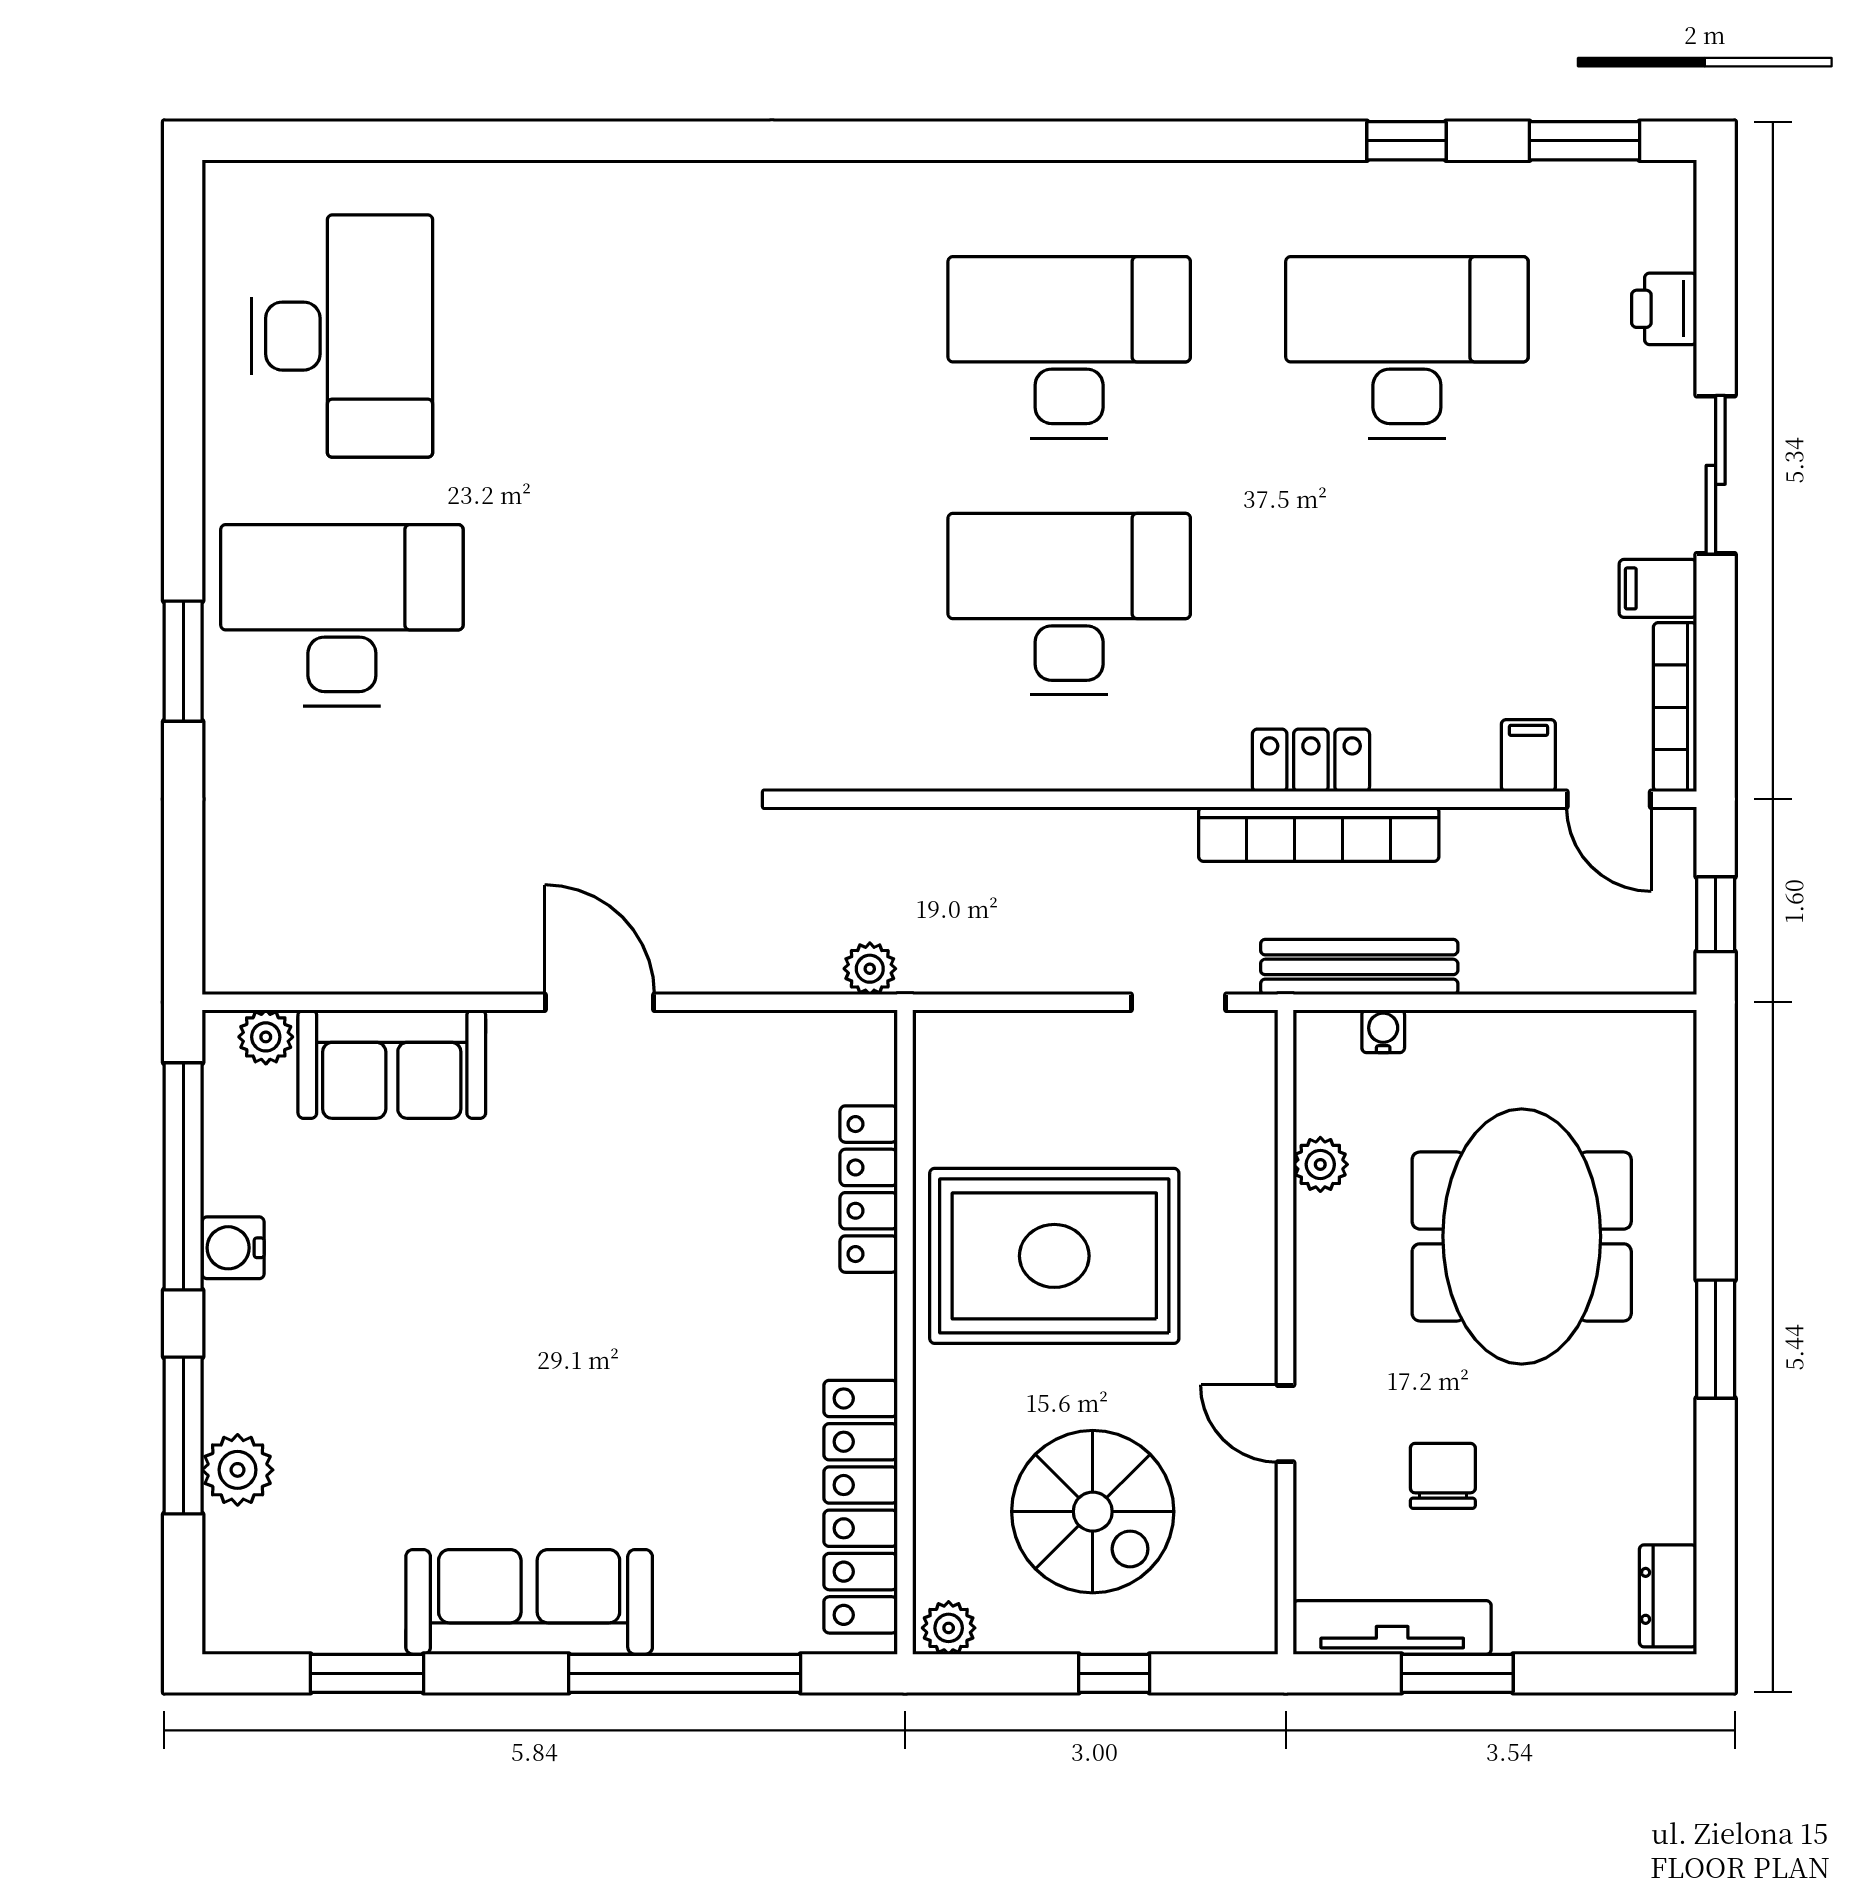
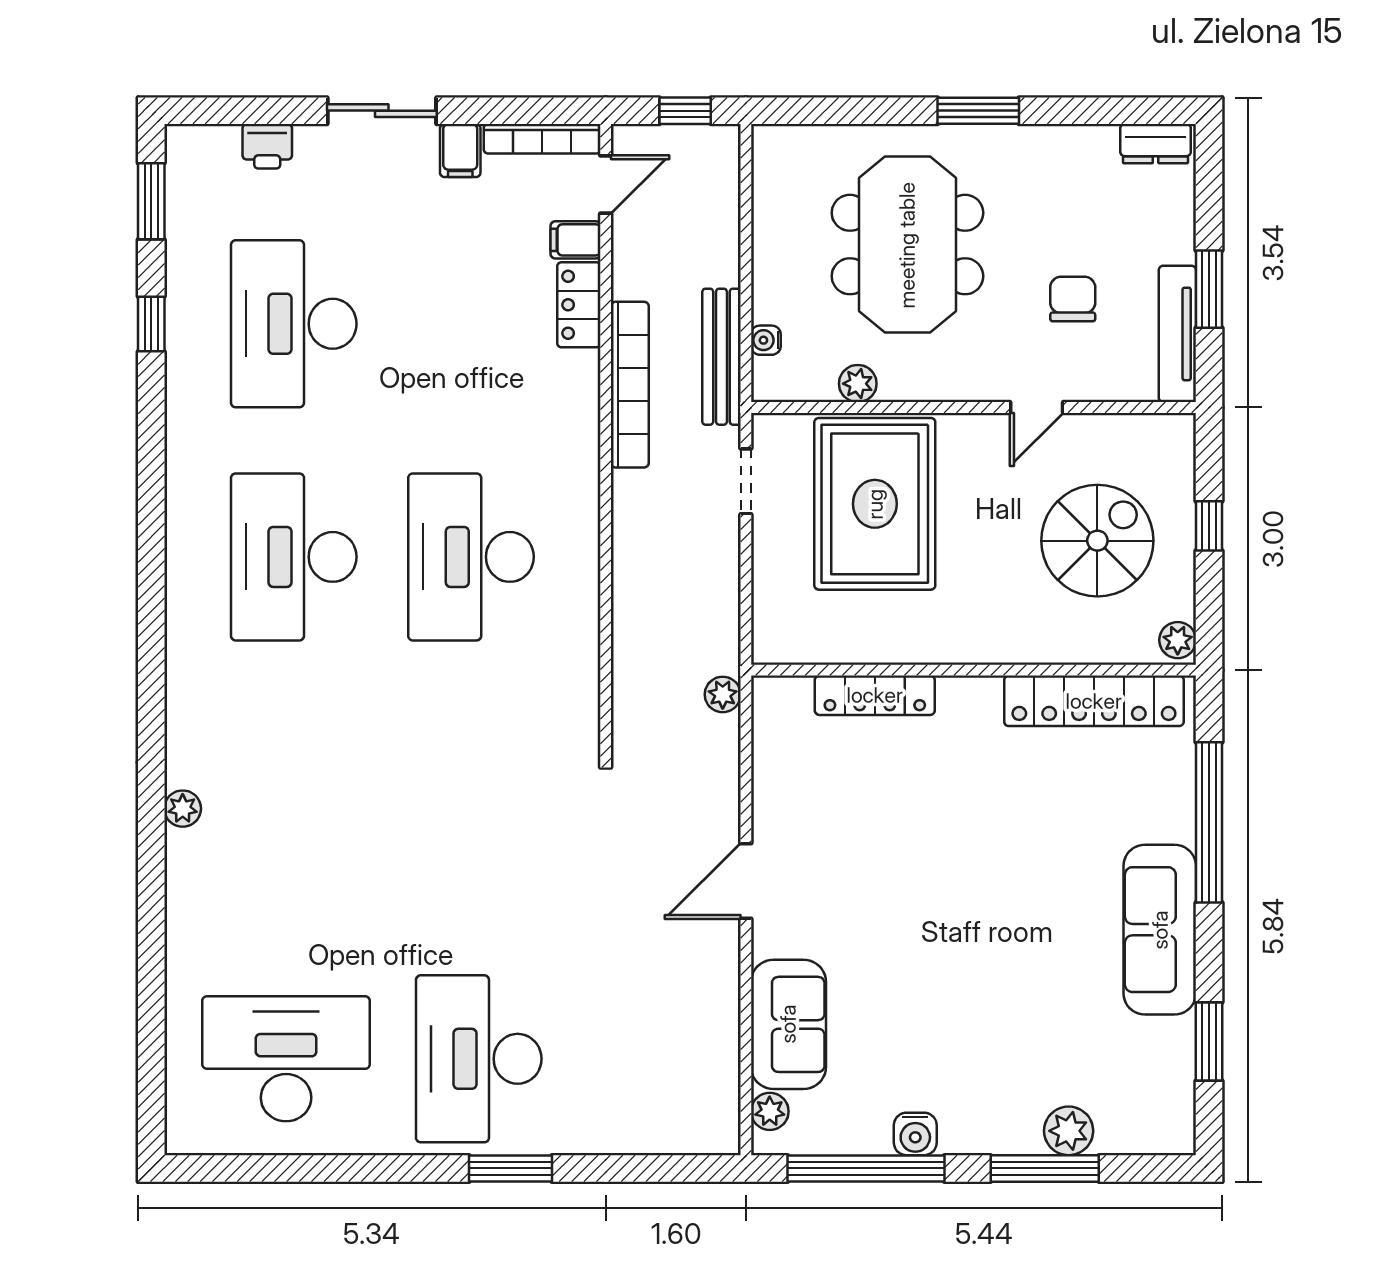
plant: (704, 186) -> (183, 809), added
locker: (1311, 760) -> (579, 305), moved
meeting table: (1522, 1236) -> (907, 245), turned 90
rug: (1054, 1256) -> (875, 504), moved
chair: (1443, 1476) -> (1073, 299), turned 90

